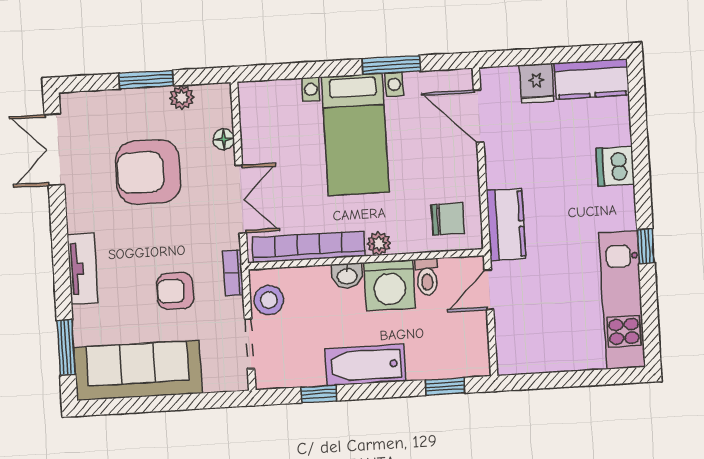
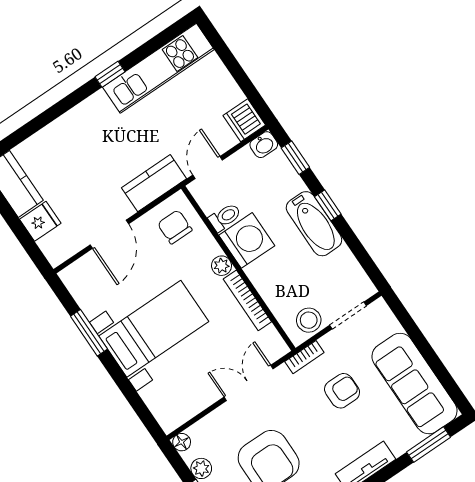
door: (479, 116) -> (109, 234), moved
floor lamp: (224, 139) -> (182, 442), moved
dishwasher: (615, 166) -> (244, 120), moved, turned 90
bookcase: (309, 247) -> (247, 300), width x0.68, depth x0.76
washbasin: (347, 276) -> (264, 145), moved, turned 90
door: (489, 290) -> (208, 167), swing flipped
armchair: (175, 291) -> (342, 391), turned -90
window: (319, 394) -> (328, 205), moved

